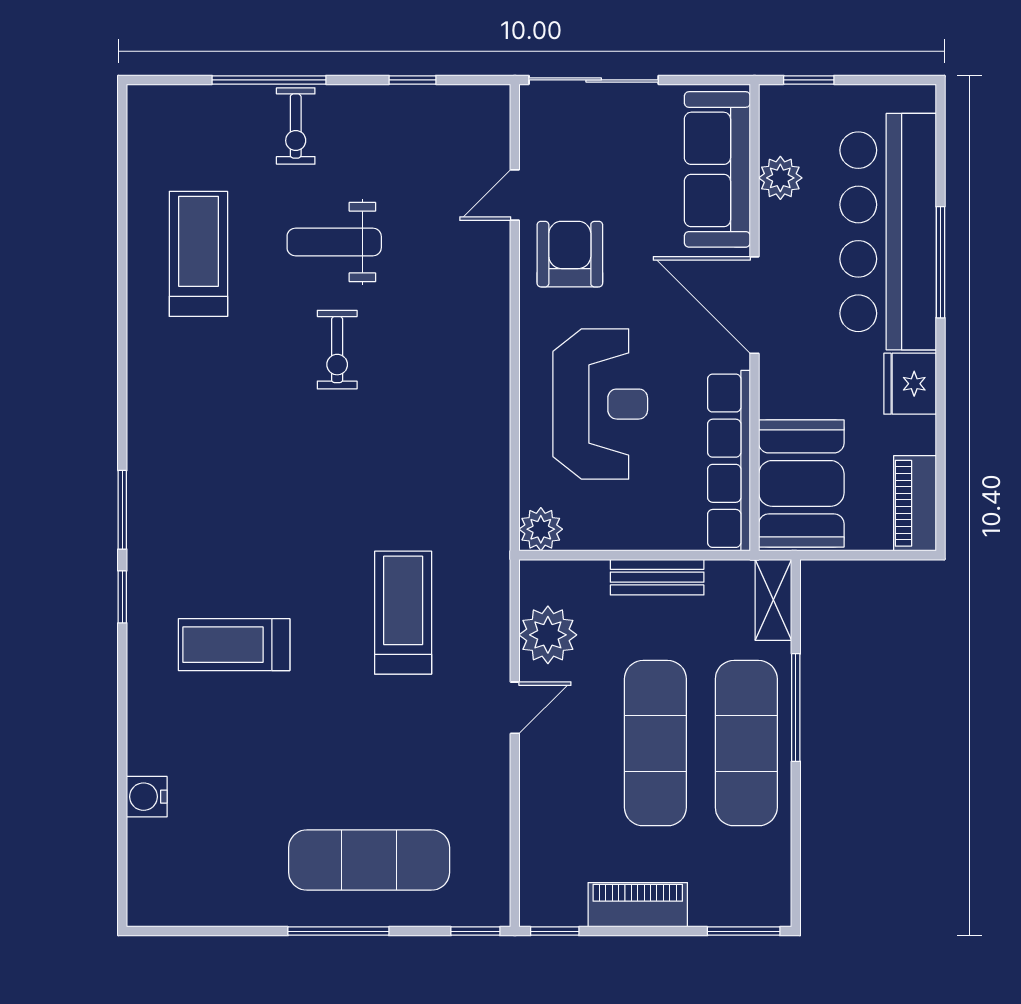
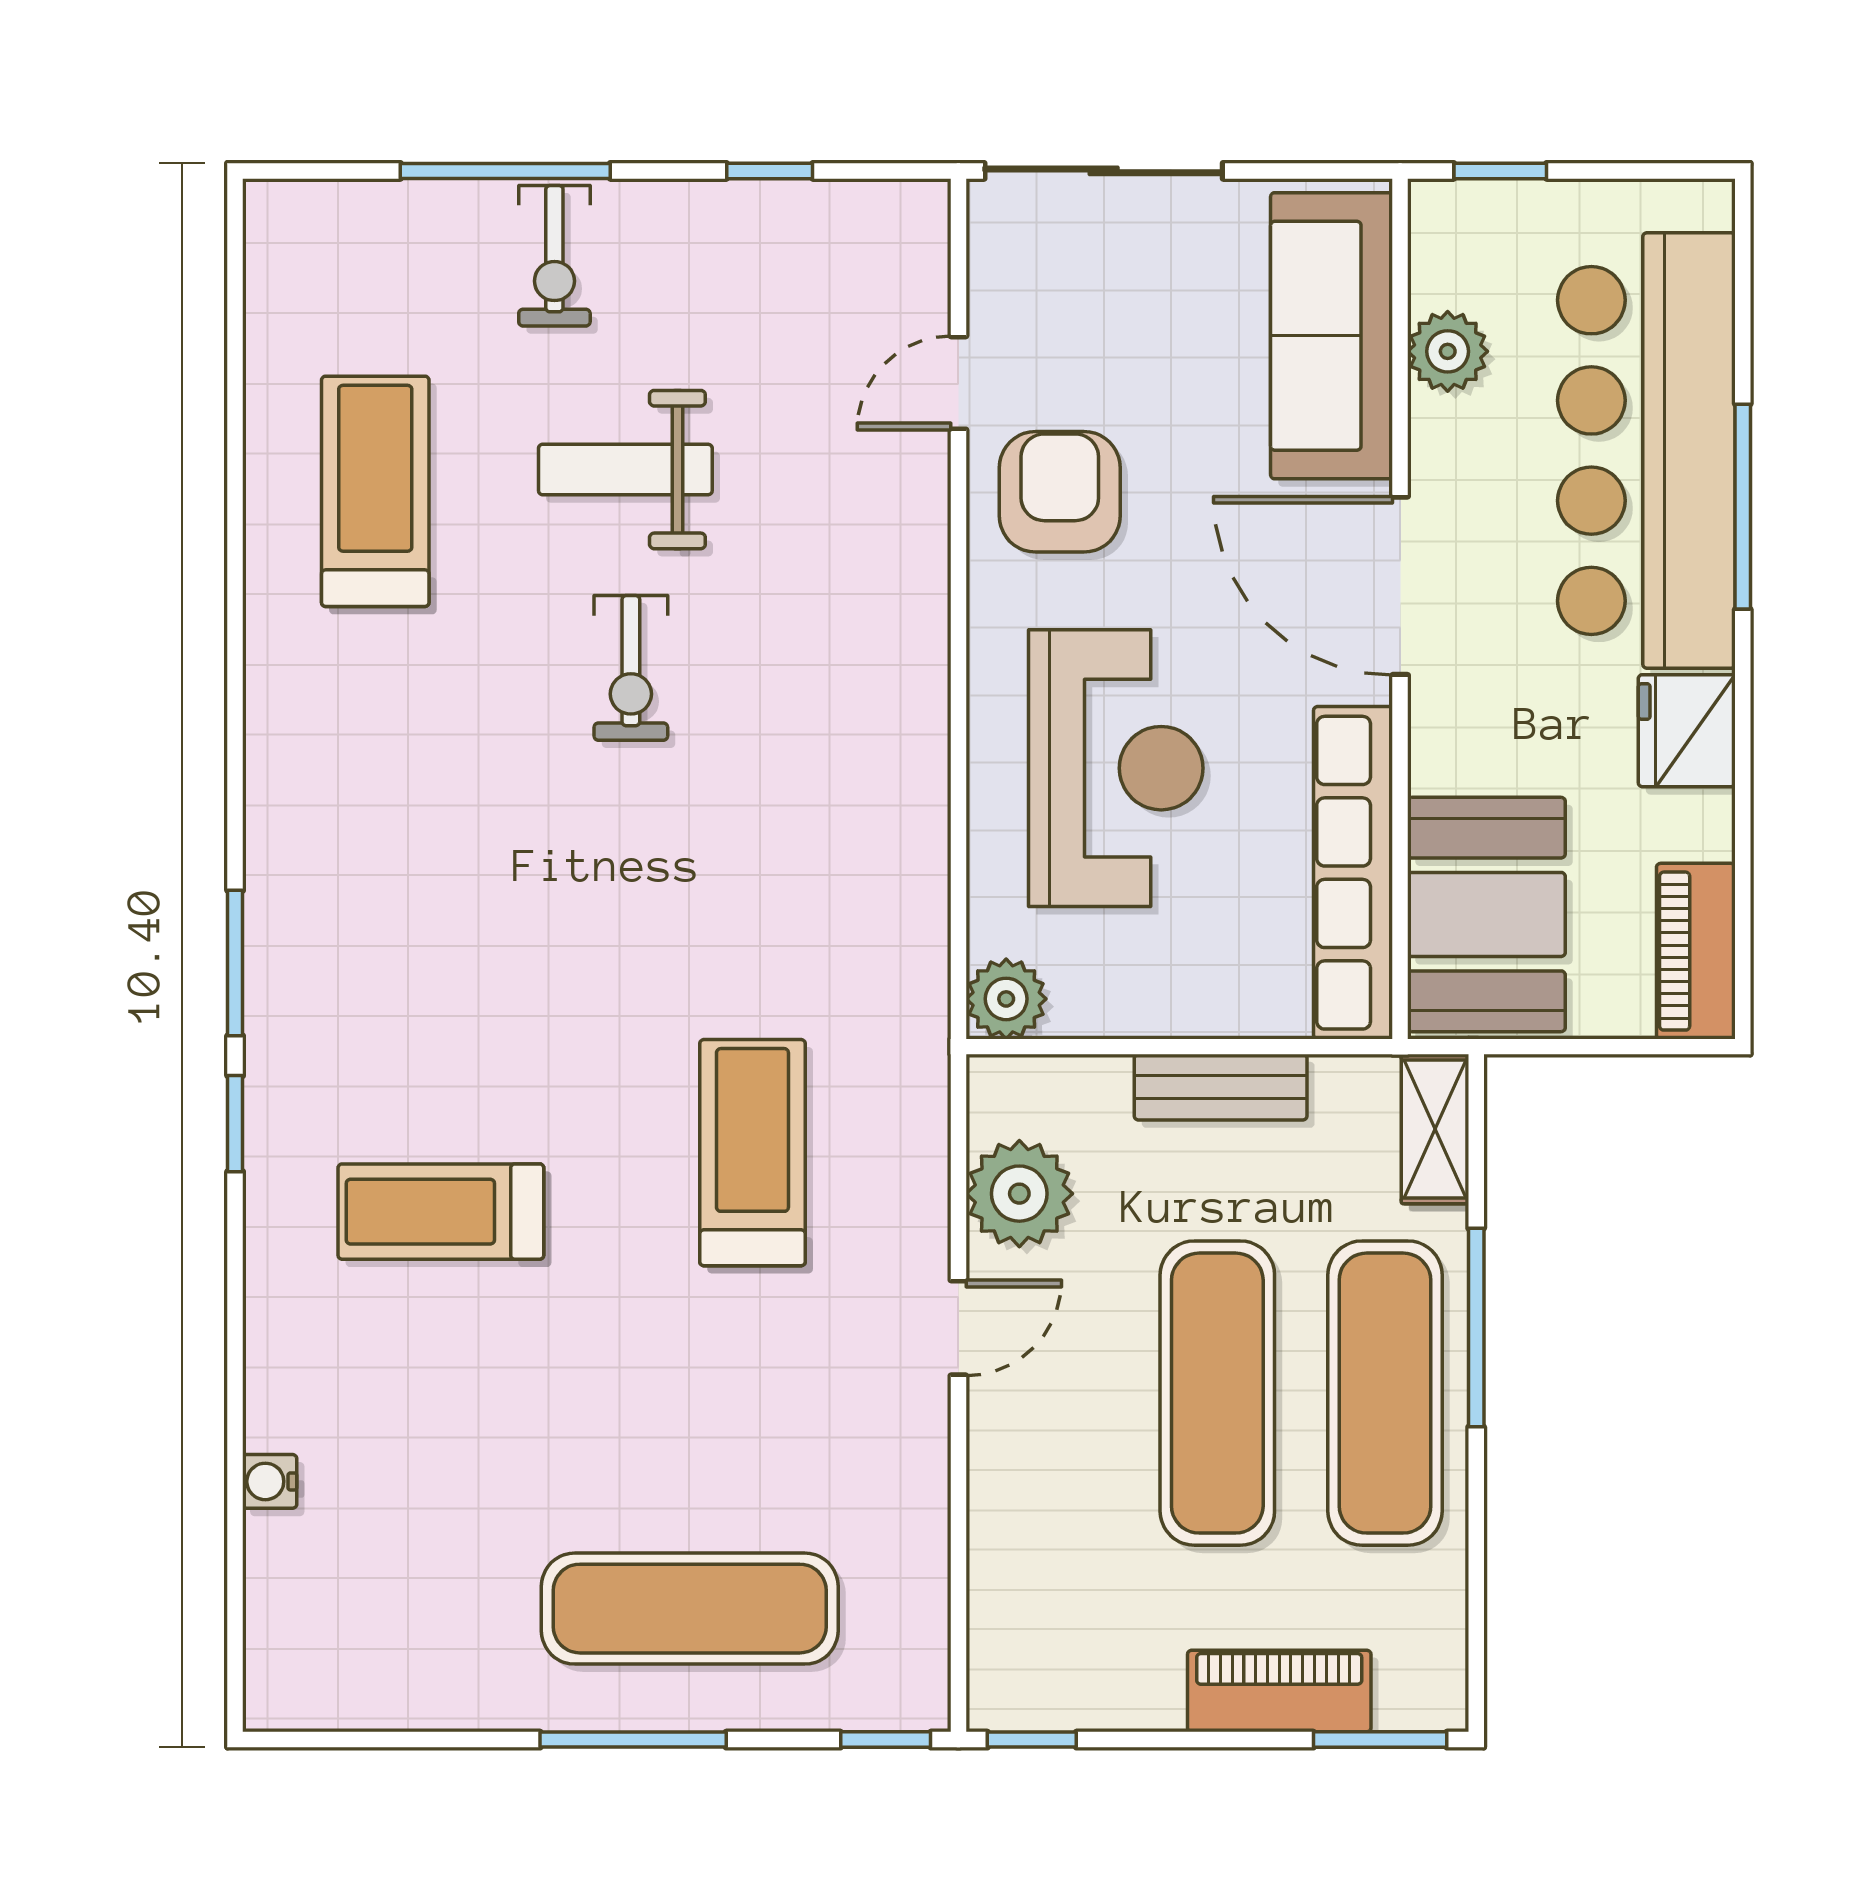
water cooler: (147, 797) -> (270, 1481), width x0.72, depth x0.72
piano: (638, 905) -> (1279, 1691), moved

